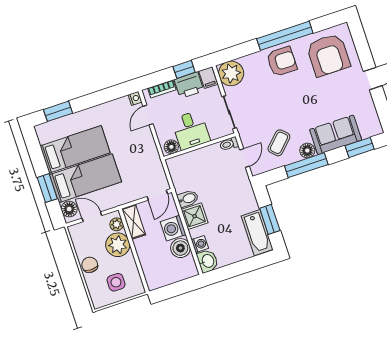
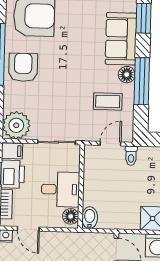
coffee table: (279, 143) -> (108, 101), turned -45
toilet: (229, 144) -> (131, 156), moved
door: (244, 158) -> (111, 144), hinge flipped
bidet: (188, 199) -> (90, 218), moved

